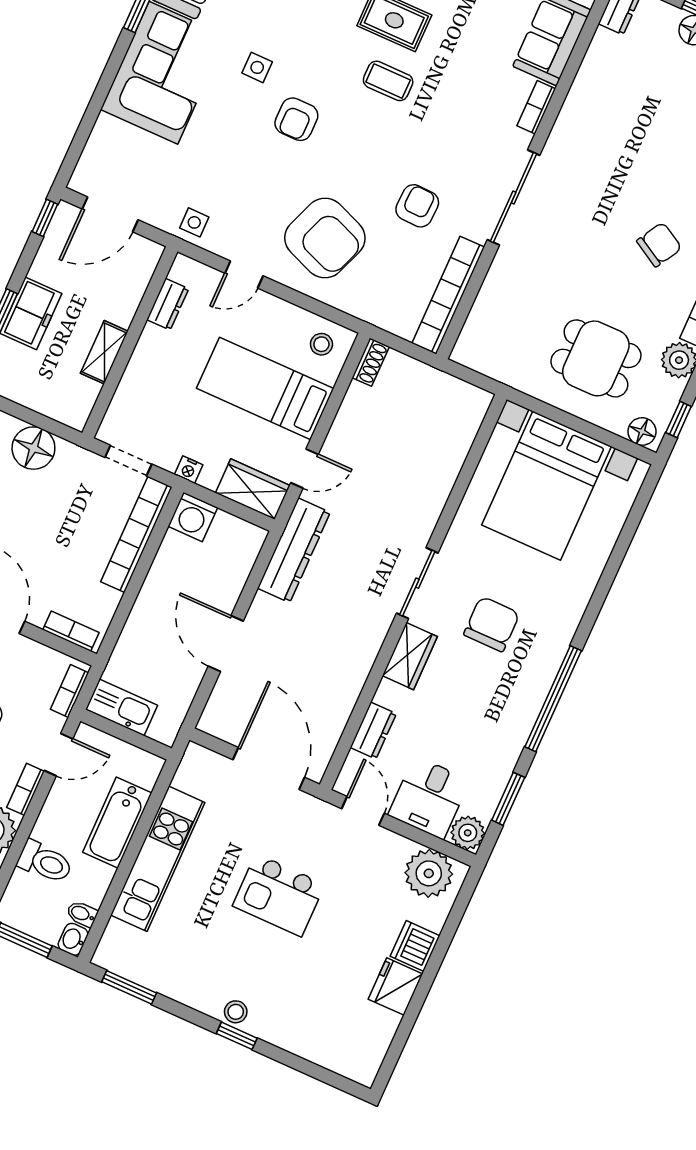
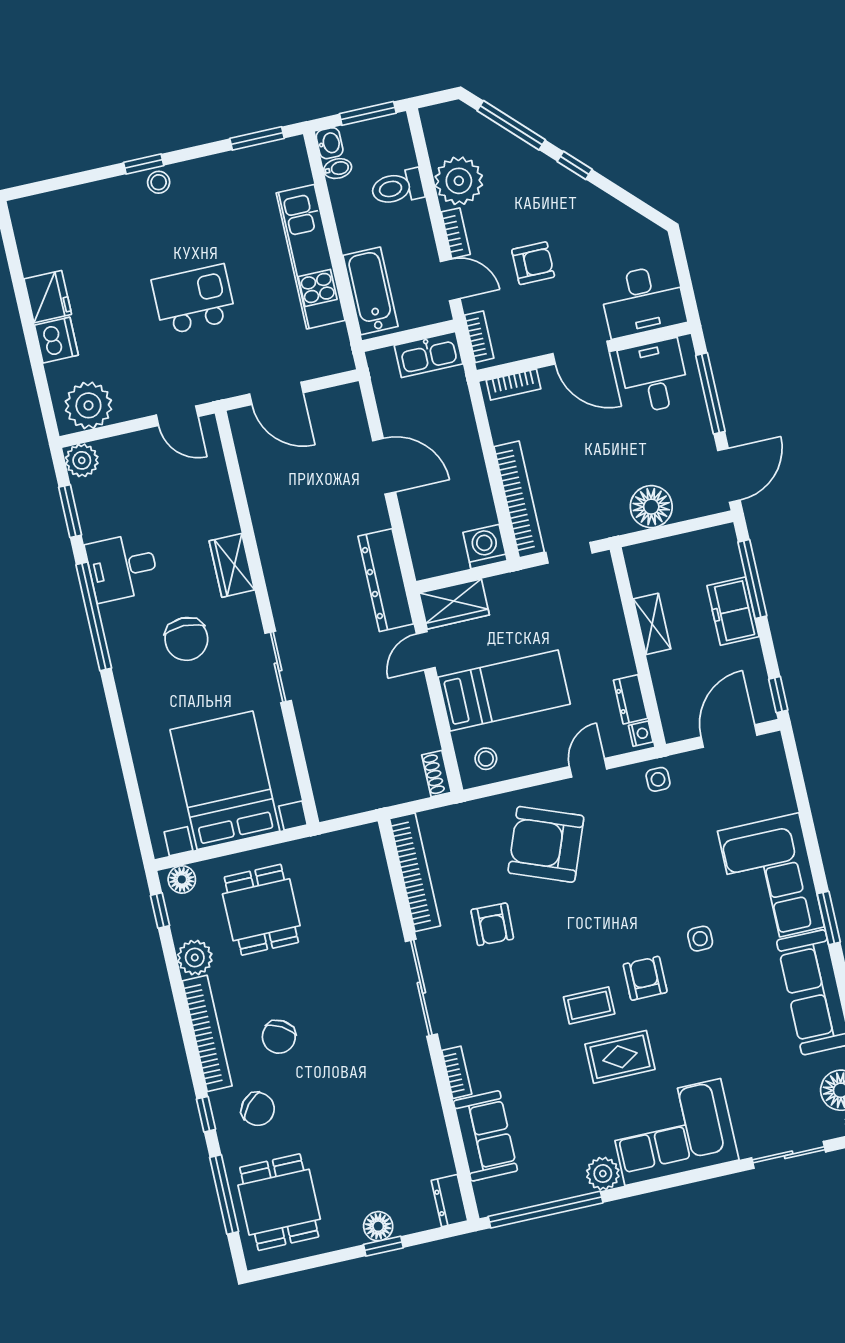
armchair: (296, 119) -> (645, 978), moved
dining table: (596, 358) -> (261, 910), turned 90
nightstand: (189, 470) -> (641, 734), moved, turned 90
sliding door: (417, 583) -> (278, 667), moved
dresser: (373, 731) -> (217, 485), removed
door: (59, 755) -> (450, 280), swing flipped
door: (269, 769) -> (276, 393), width x0.73
desk: (429, 798) -> (122, 567), moved, turned -90
bathtub: (117, 823) -> (370, 291), moved

